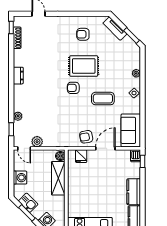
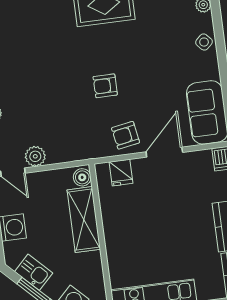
armchair: (73, 88) -> (105, 86), moved
coffee table: (103, 99) -> (147, 60), removed

